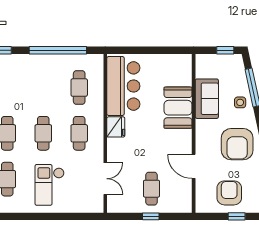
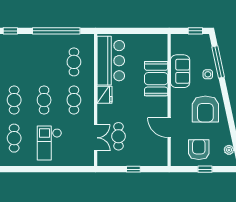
cafe table: (152, 189) -> (118, 136), moved

